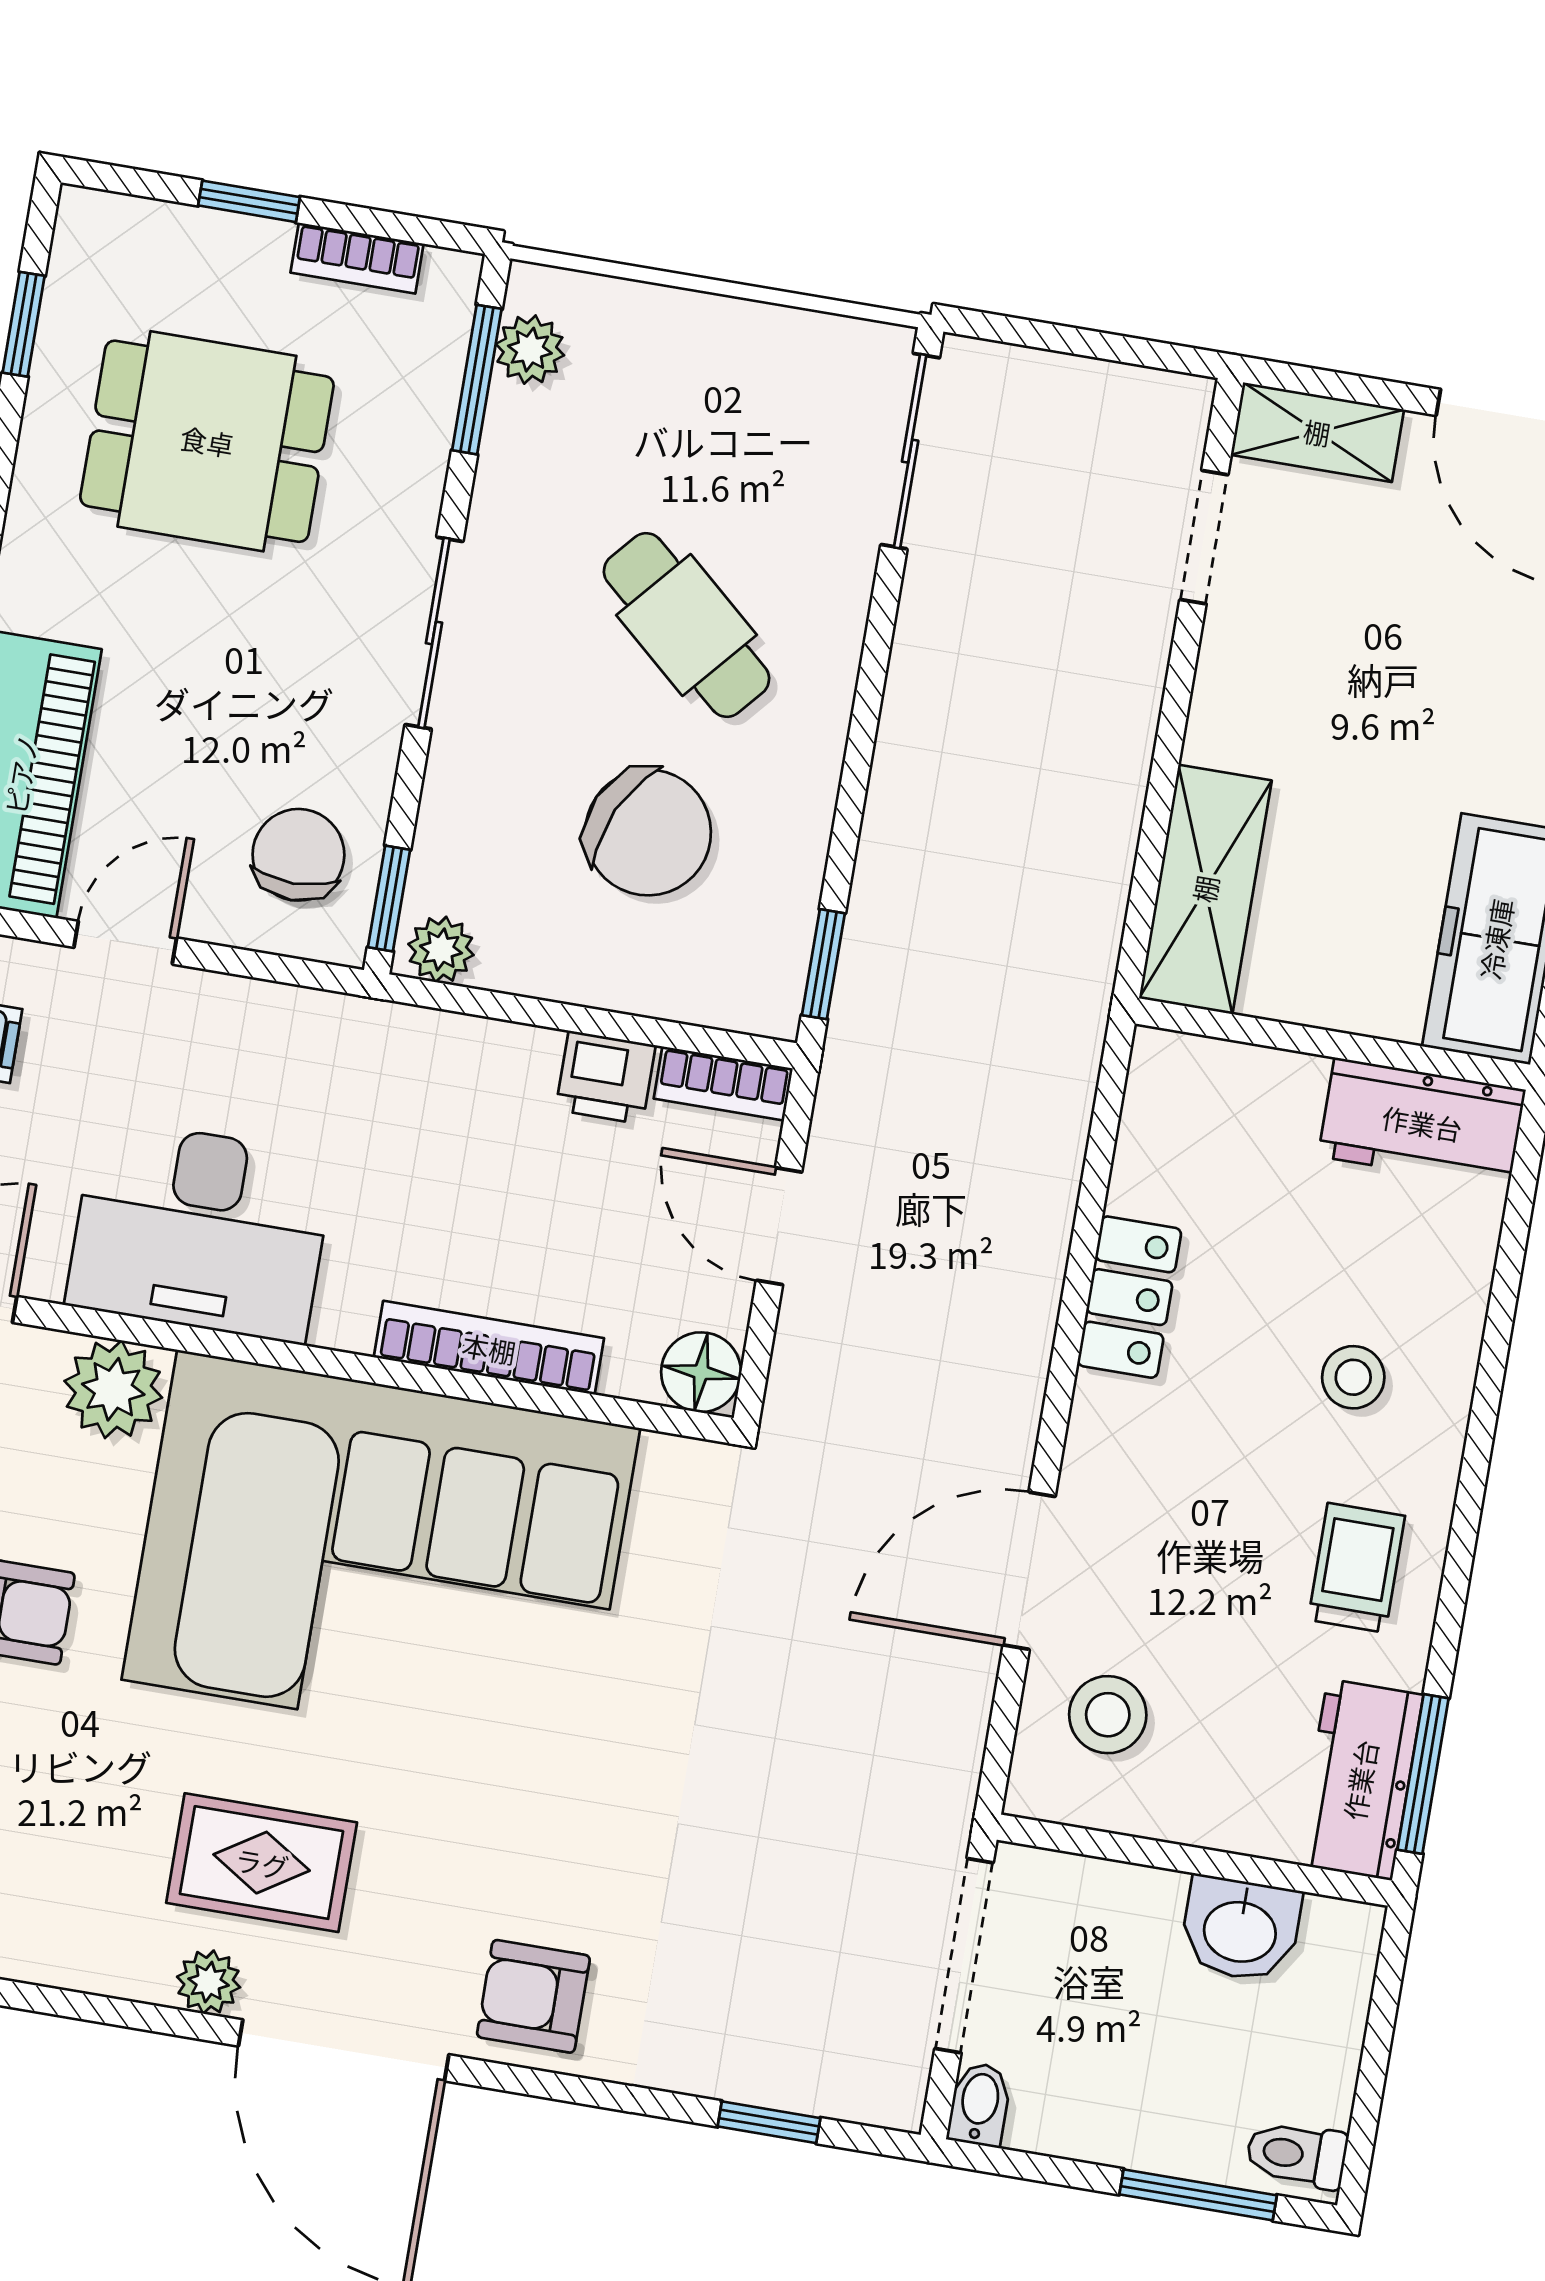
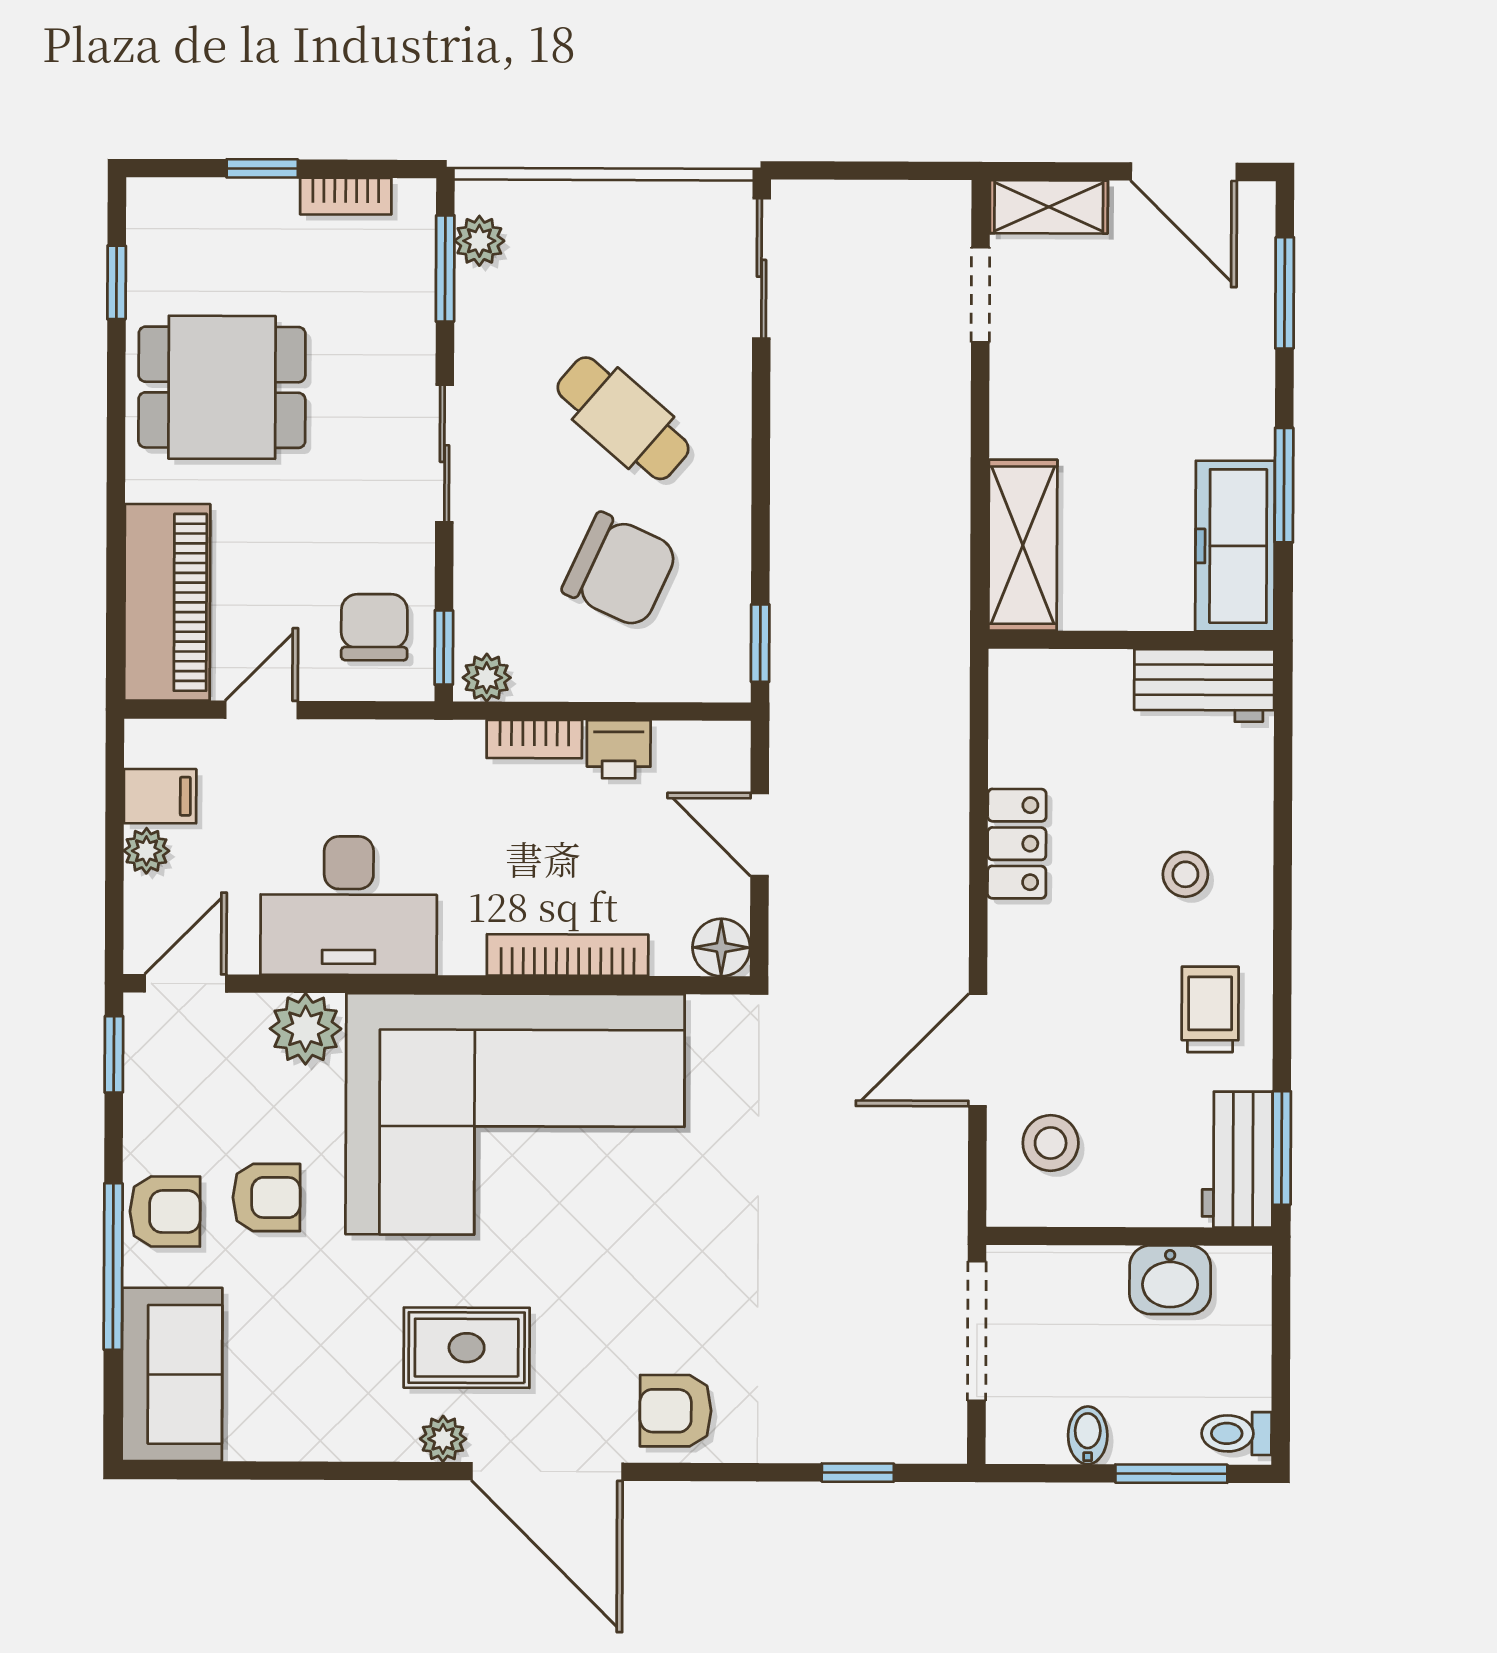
dining table: (207, 441) -> (222, 387), moved
bookcase: (723, 1083) -> (534, 739), moved
bidet: (979, 2104) -> (1088, 1435), moved

